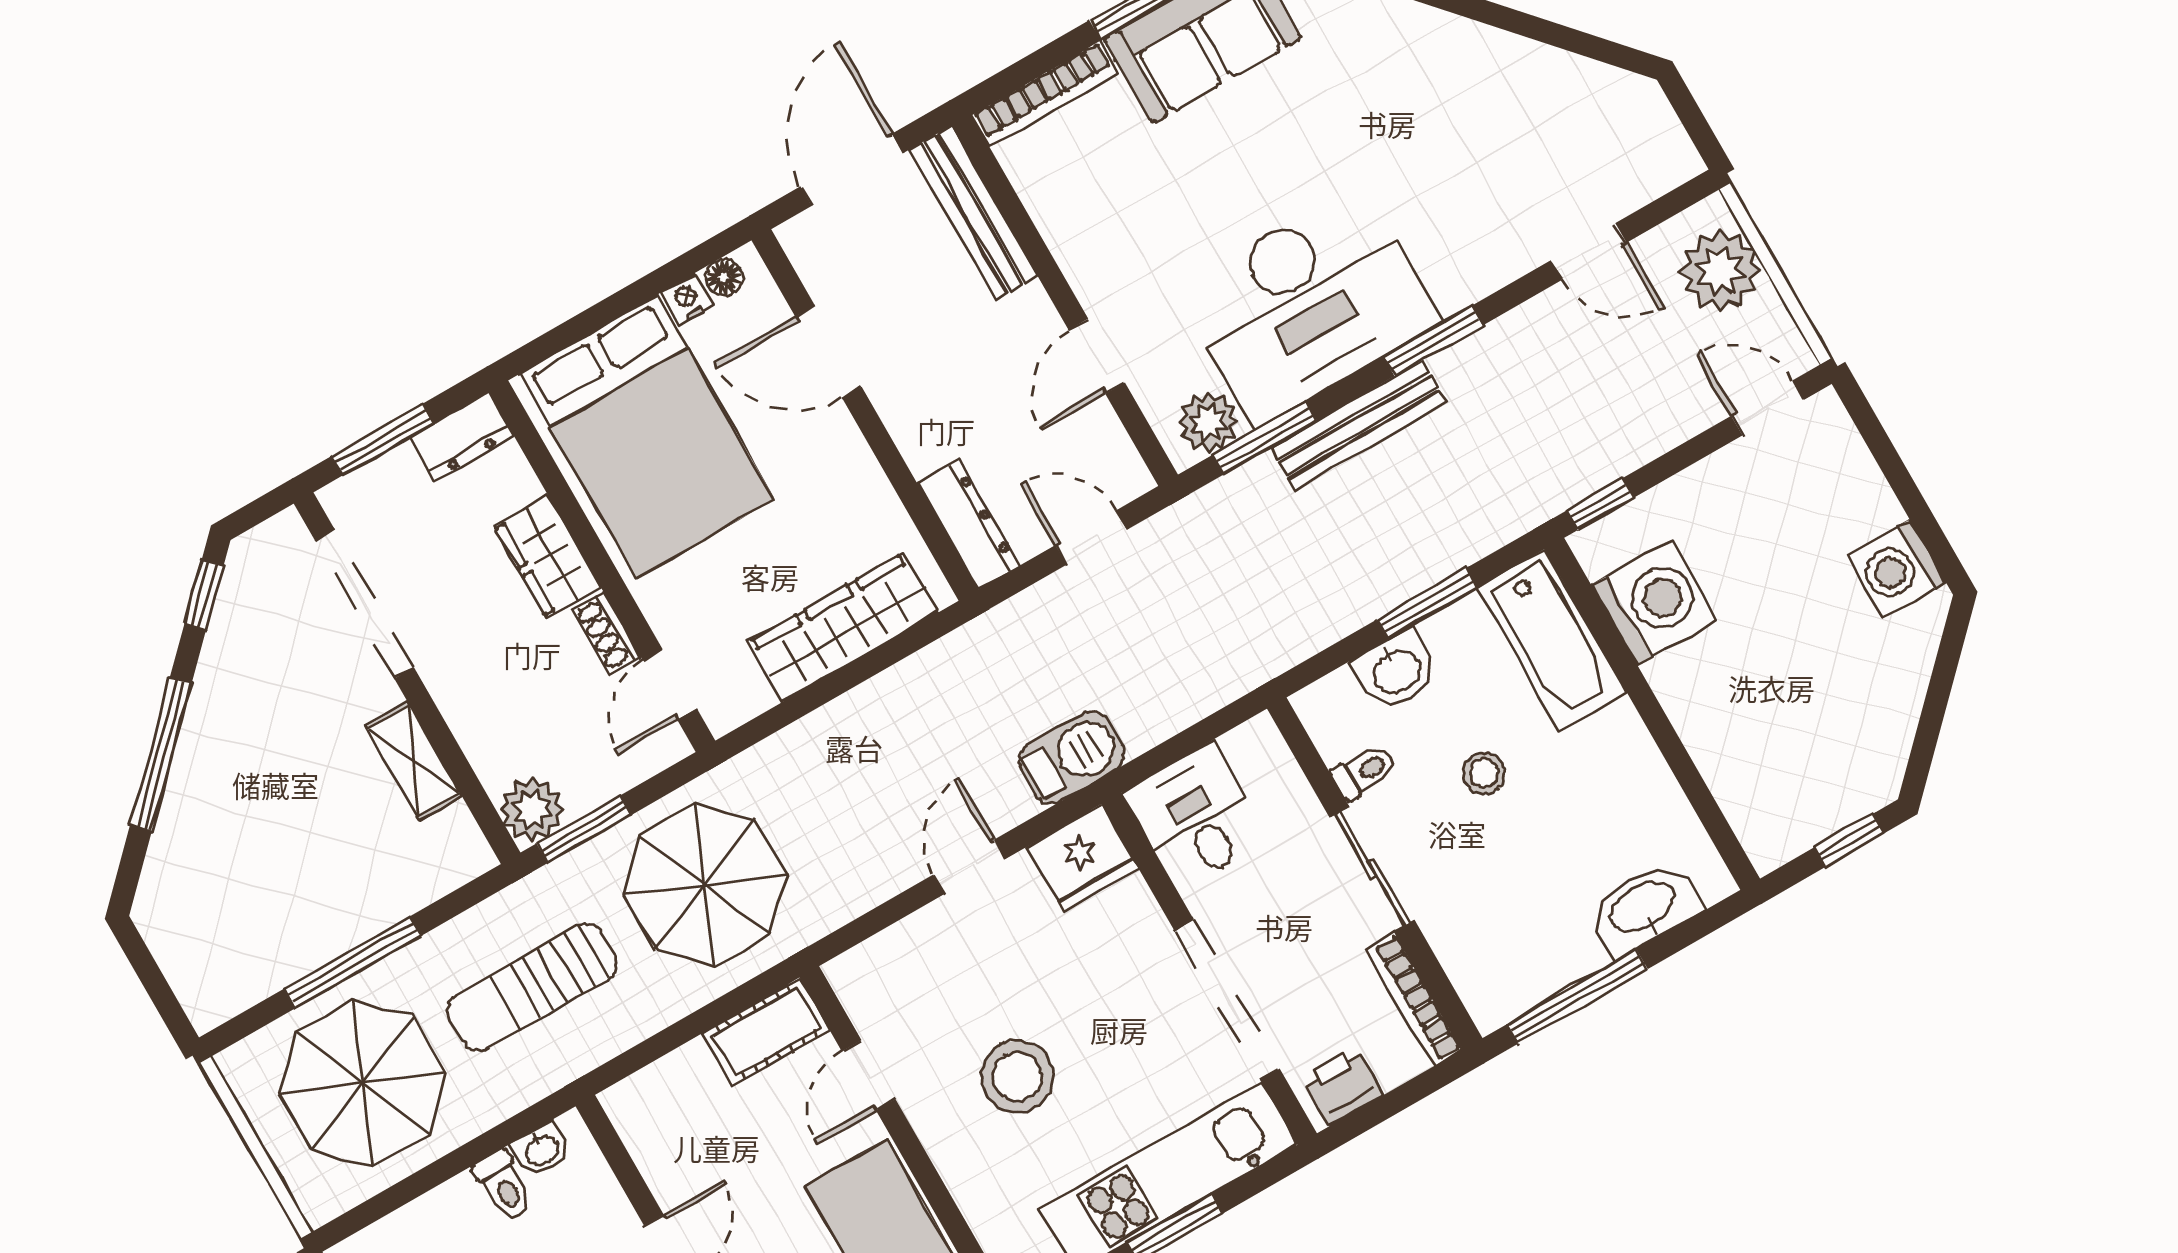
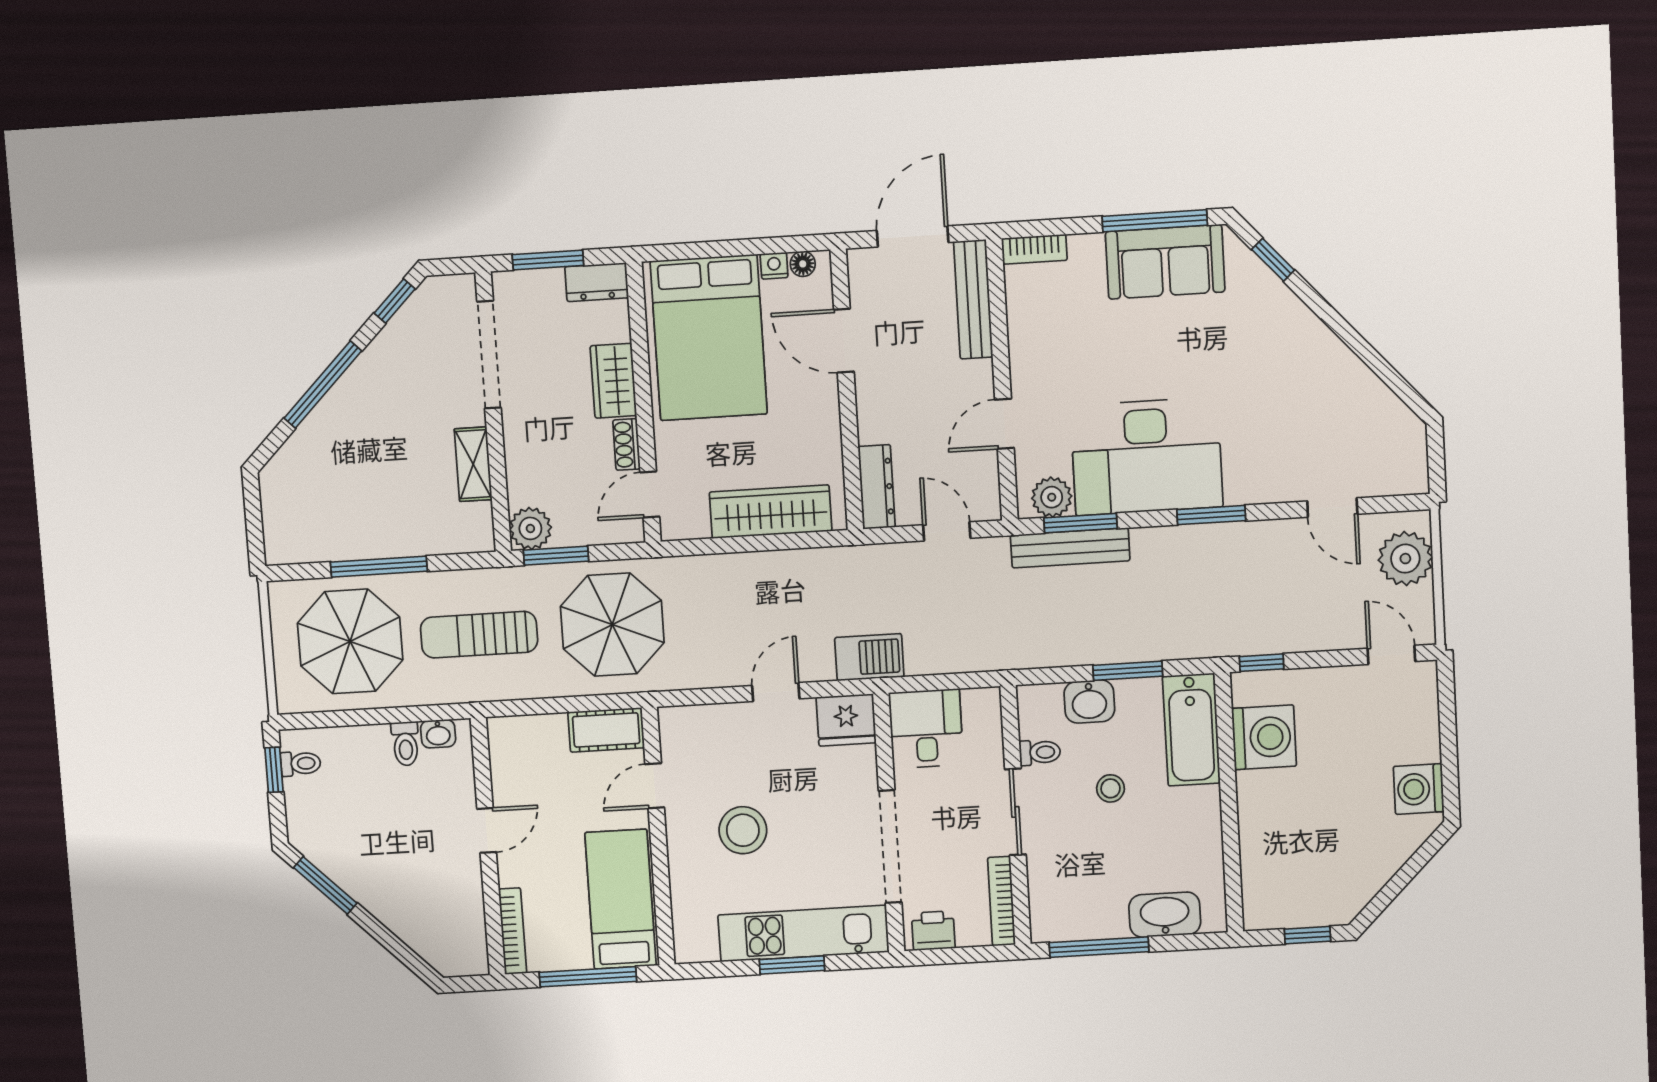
bookcase: (1045, 94) -> (1034, 249), width x0.64
bench: (1358, 425) -> (1070, 548), moved

